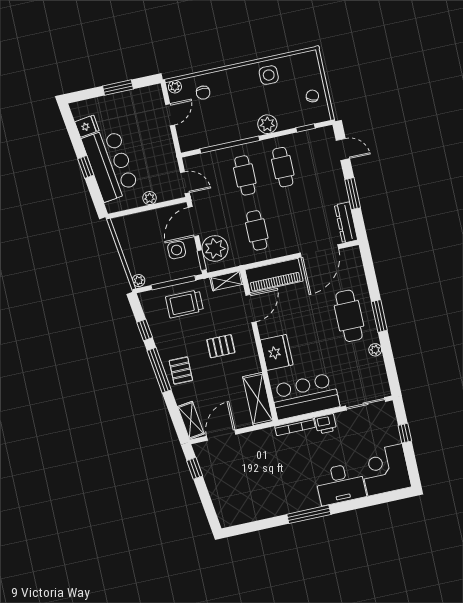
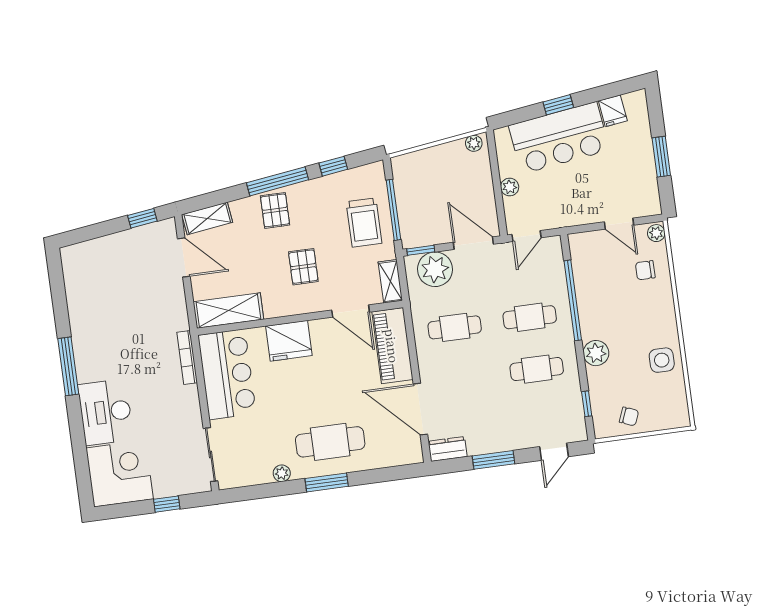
dresser: (346, 223) -> (448, 449), width x0.70
side table: (177, 250) -> (437, 218), removed
plant: (138, 281) -> (474, 143), moved
trolley: (185, 304) -> (364, 222), turned 180
pallet: (181, 371) -> (275, 210), turned 90
printer: (326, 424) -> (188, 399), removed

